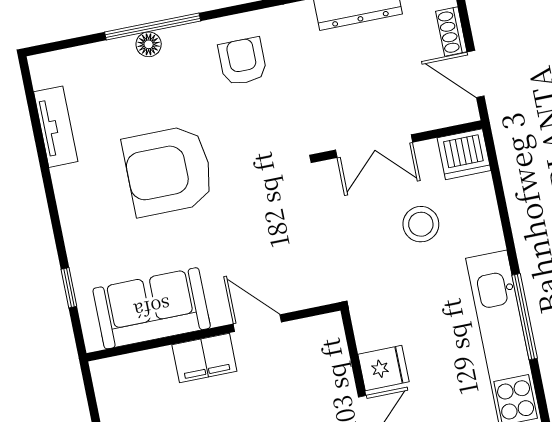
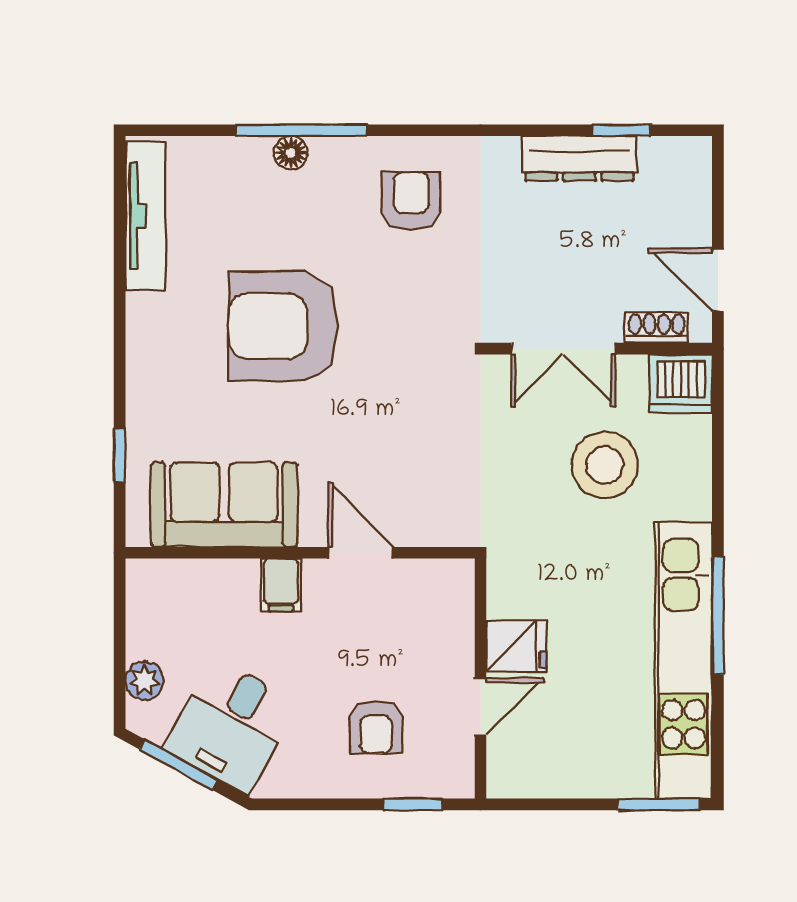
shoe rack: (451, 32) -> (657, 328), moved, turned 90
tv unit: (56, 127) -> (145, 216), width x1.41
stool: (421, 224) -> (605, 465), width x1.38, depth x1.38
filing cabinet: (204, 358) -> (281, 585), width x0.50

